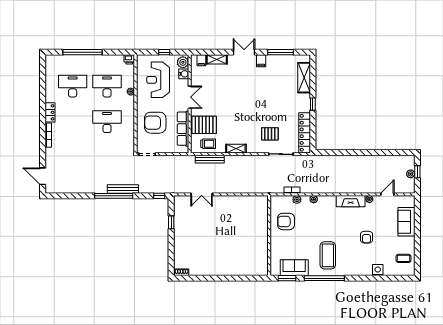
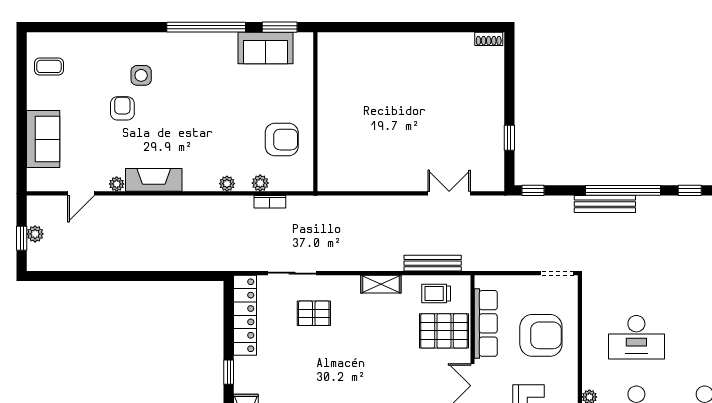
window: (80, 196) -> (690, 190), added
coffee table: (328, 255) -> (199, 72), removed
side table: (378, 270) -> (141, 75), moved

